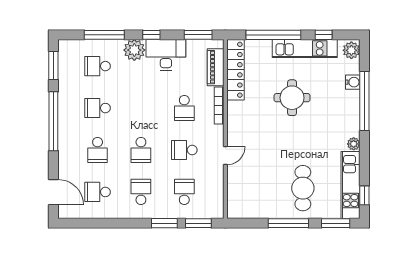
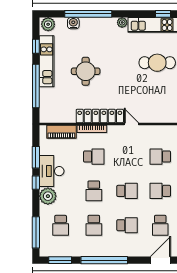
window: (104, 35) -> (36, 232), moved
window: (198, 35) -> (36, 157), moved
locker: (236, 70) -> (100, 116), moved
school desk: (184, 150) -> (94, 191), moved

